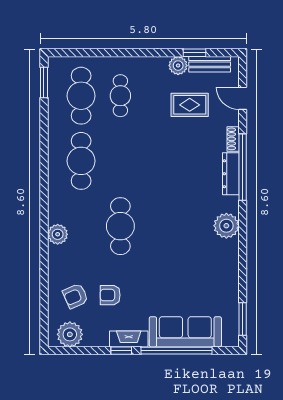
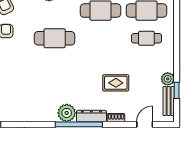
rug: (190, 105) -> (116, 83), moved, turned 90
window: (243, 167) -> (79, 124), moved
plant: (226, 226) -> (67, 113), moved

